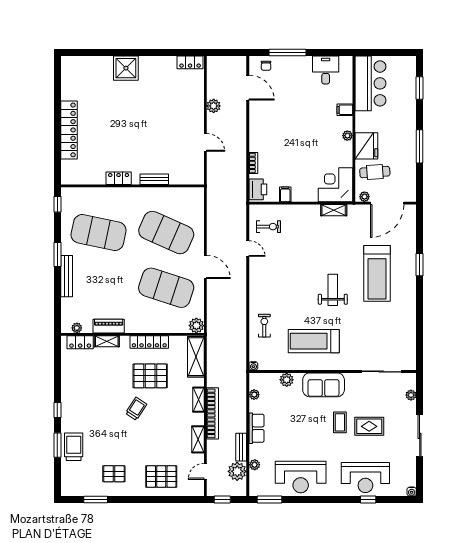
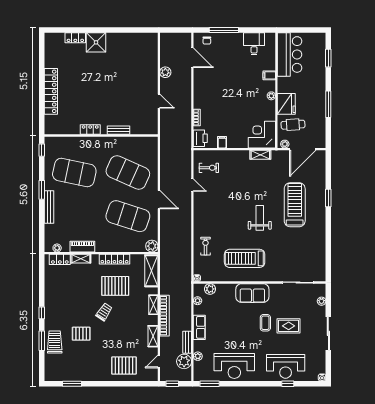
locker: (190, 62) -> (75, 38), moved
treadmill: (377, 273) -> (295, 205), turned 180
plant: (287, 380) -> (210, 289), moved
pallet: (114, 474) -> (81, 334), moved

